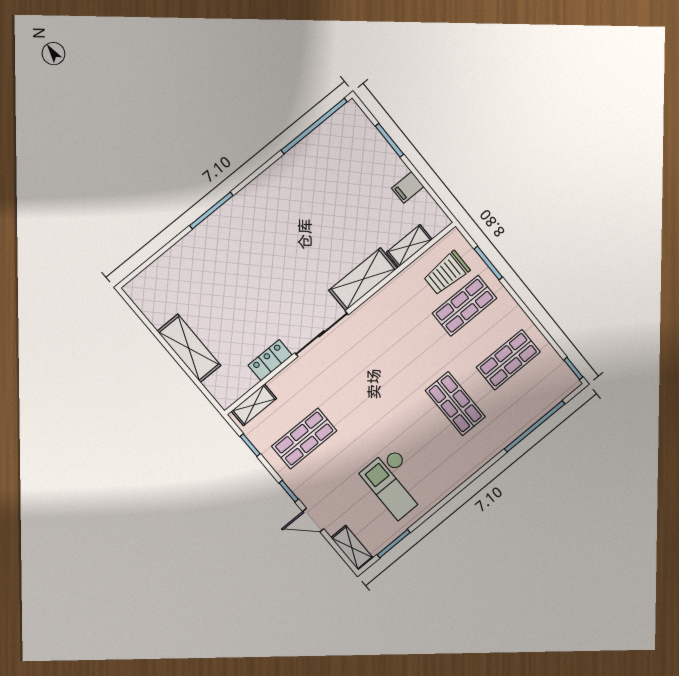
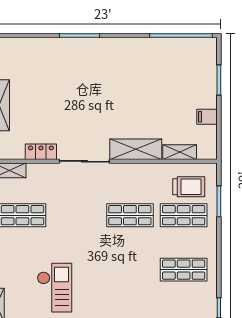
trolley: (447, 273) -> (189, 187), turned 180
shop shelf: (455, 404) -> (130, 215), moved, turned 90
checkout: (395, 483) -> (55, 288), turned 180

